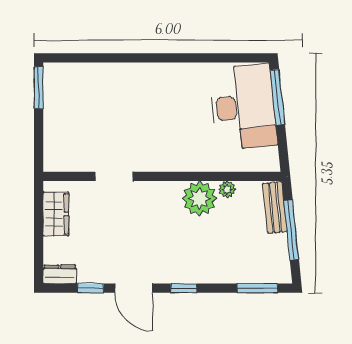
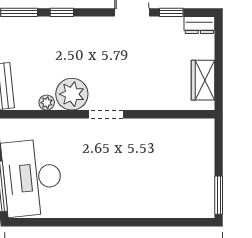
doorway: (114, 176) -> (106, 114), moved
window: (184, 288) -> (62, 12), moved

